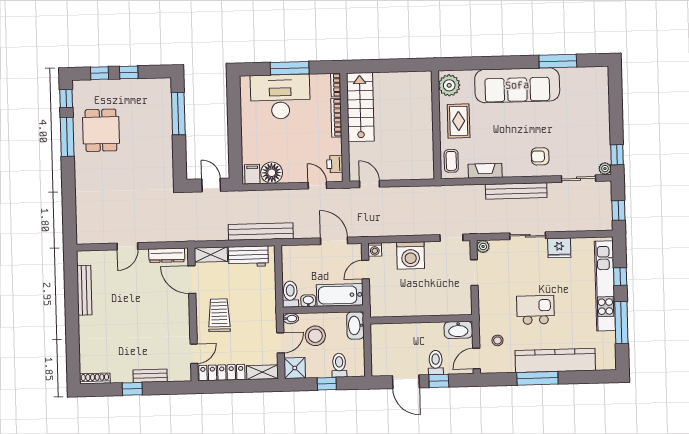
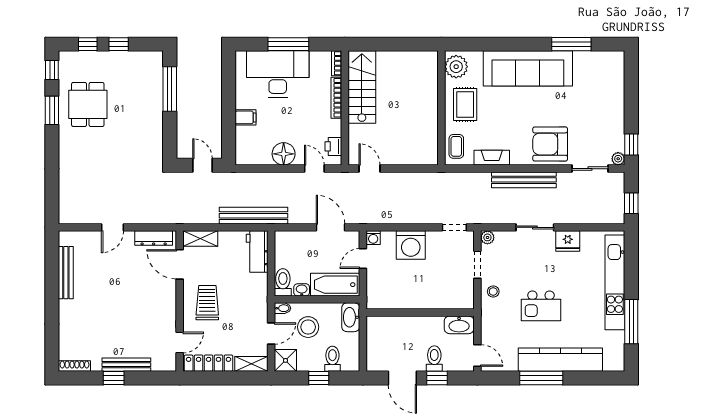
window: (67, 137) -> (52, 110), width x0.69
armchair: (540, 156) -> (550, 144), width x1.88, depth x1.88
floor lamp: (272, 173) -> (284, 154), moved
filing cabinet: (252, 174) -> (246, 117), moved, turned 90
workbench: (248, 256) -> (257, 251), moved, turned 90
window: (620, 277) -> (631, 273), removed
kitchen island: (535, 310) -> (541, 306), turned 180
stool: (498, 340) -> (493, 291), moved
door: (476, 359) -> (477, 355), swing flipped
bench: (150, 376) -> (126, 365), width x1.36

